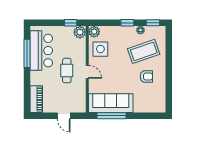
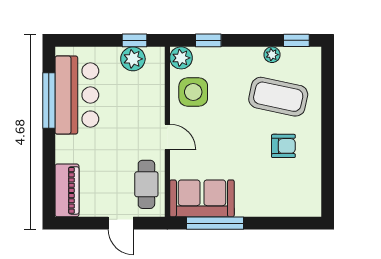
window: (127, 23) -> (208, 40), moved
plant: (80, 32) -> (133, 59), moved
coffee table: (144, 51) -> (278, 97), turned 31
cafe table: (67, 70) -> (146, 184), moved
sofa: (111, 103) -> (202, 198), width x0.73

